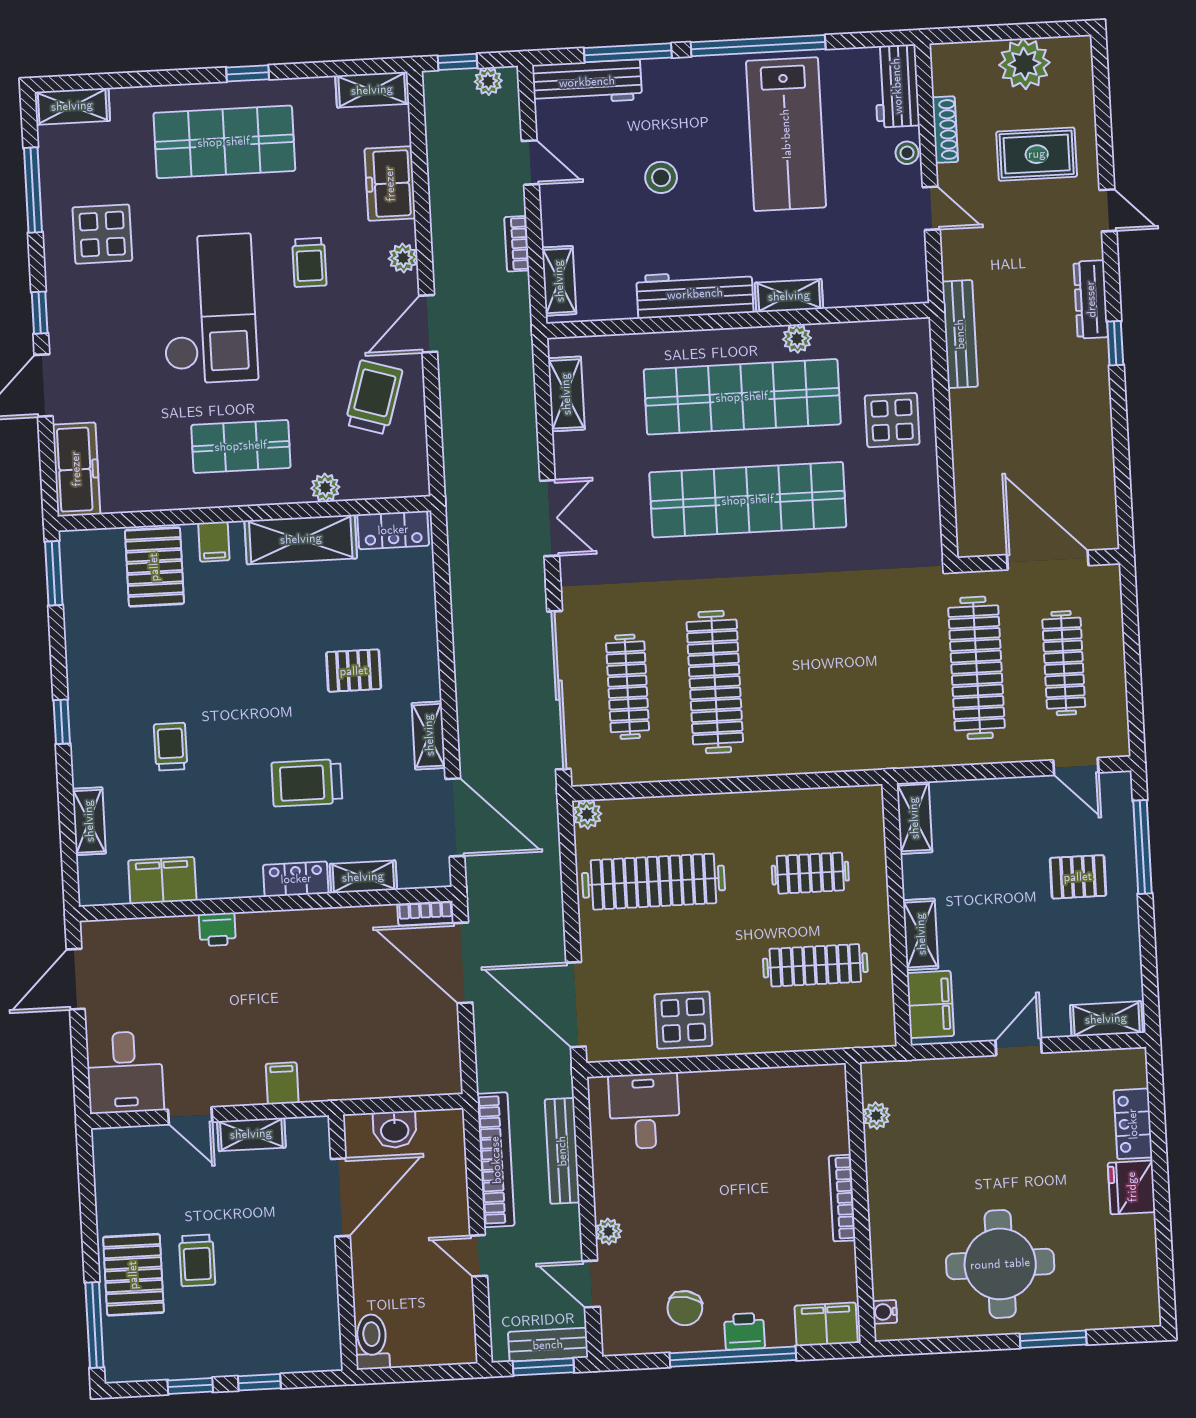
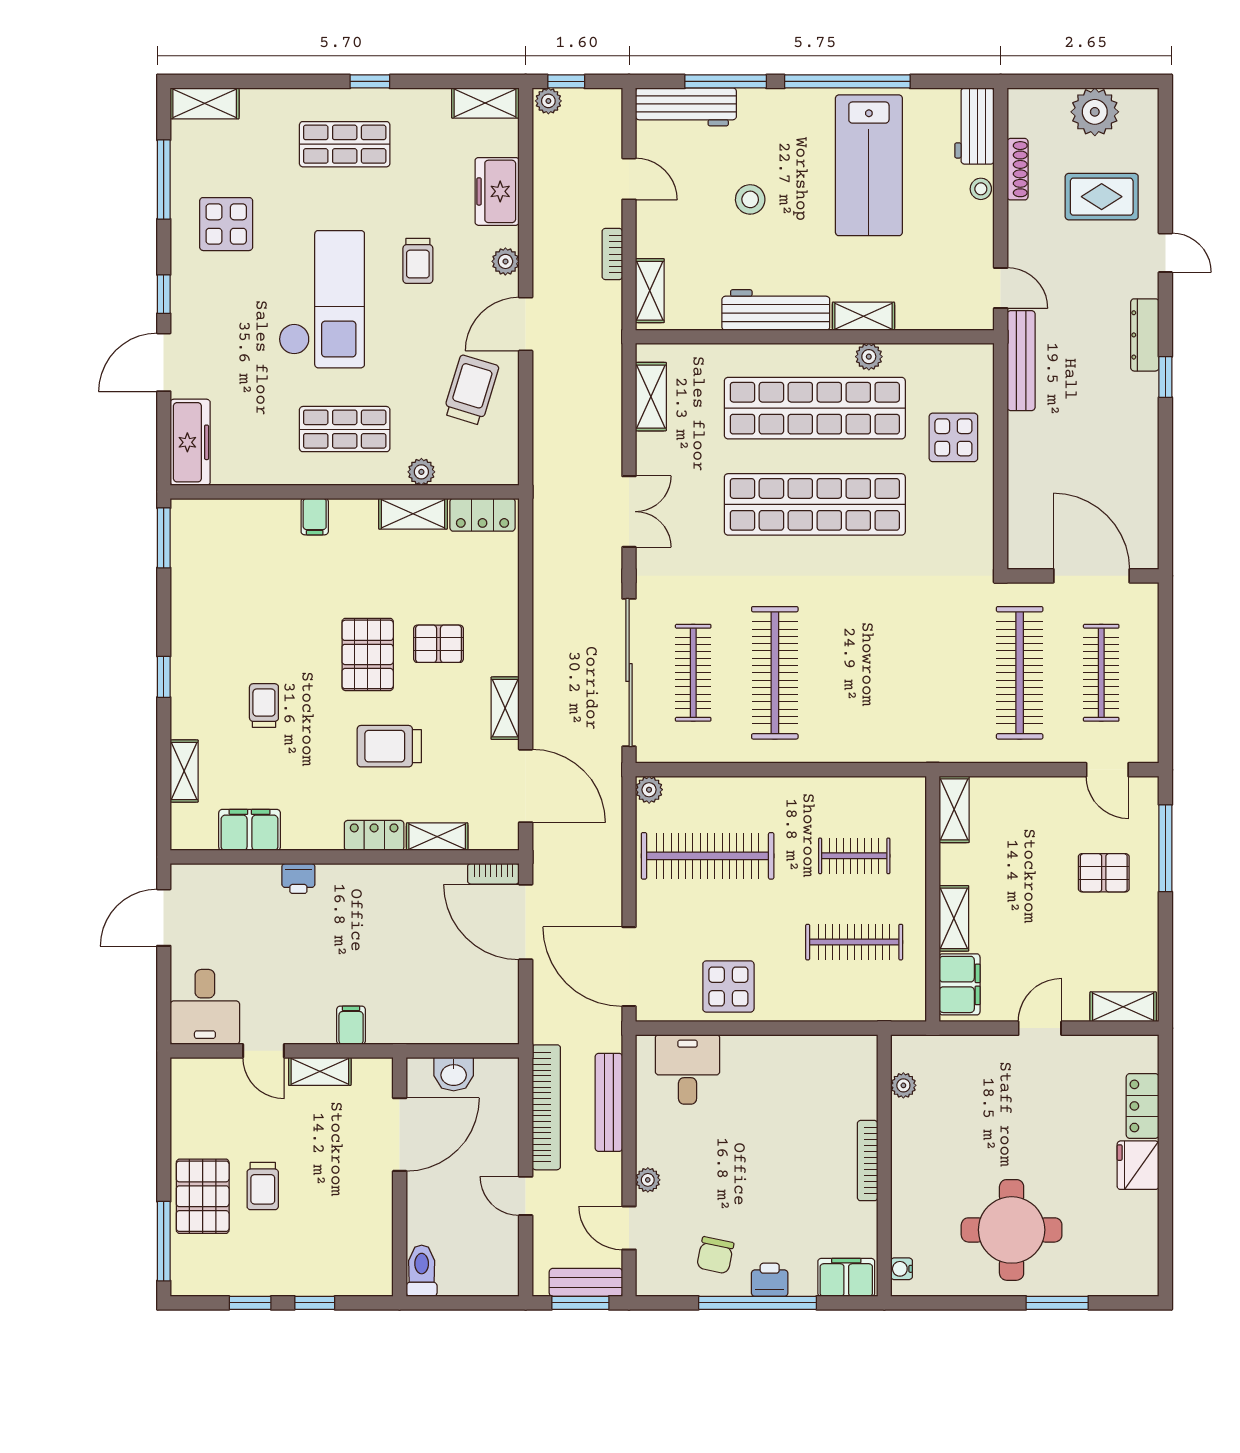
plant: (488, 81) -> (548, 101), moved
shop shelf: (224, 142) -> (345, 144), width x0.70, depth x0.74
door: (931, 208) -> (1001, 288), moved
shelving: (301, 539) -> (413, 514), width x0.67, depth x0.75
pallet: (154, 567) -> (368, 654), moved

